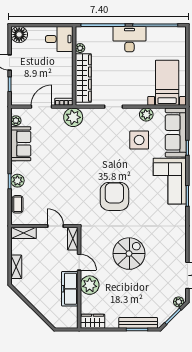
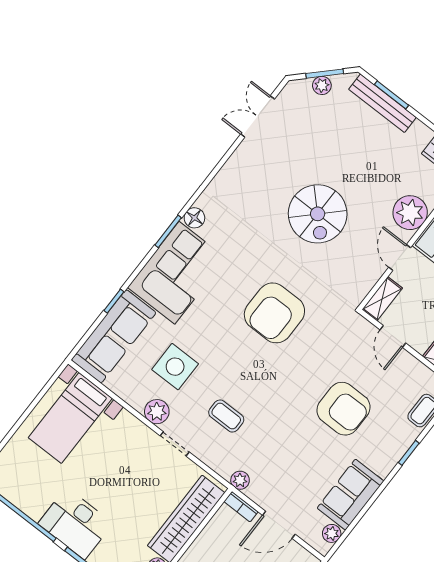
plant: (146, 115) -> (157, 412), moved
plant: (73, 117) -> (240, 480), width x0.53, depth x0.53
coffee table: (101, 136) -> (226, 416), added
armchair: (53, 178) -> (344, 409), added
plant: (17, 181) -> (397, 445), removed
floor lamp: (181, 211) -> (194, 218), added
spiral stairs: (129, 254) -> (318, 214), turned -90
plant: (179, 302) -> (322, 85), moved

